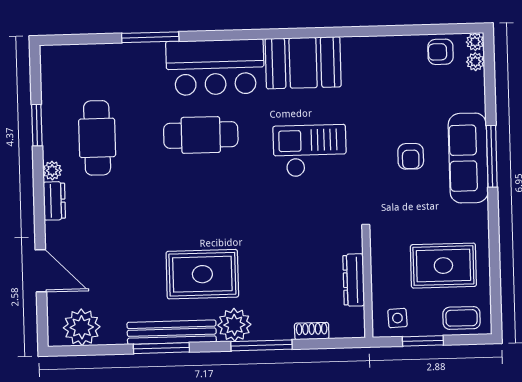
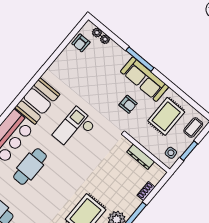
plant: (475, 42) -> (105, 39), moved
armchair: (411, 156) -> (128, 104), moved
sofa: (468, 158) -> (145, 79), moved

